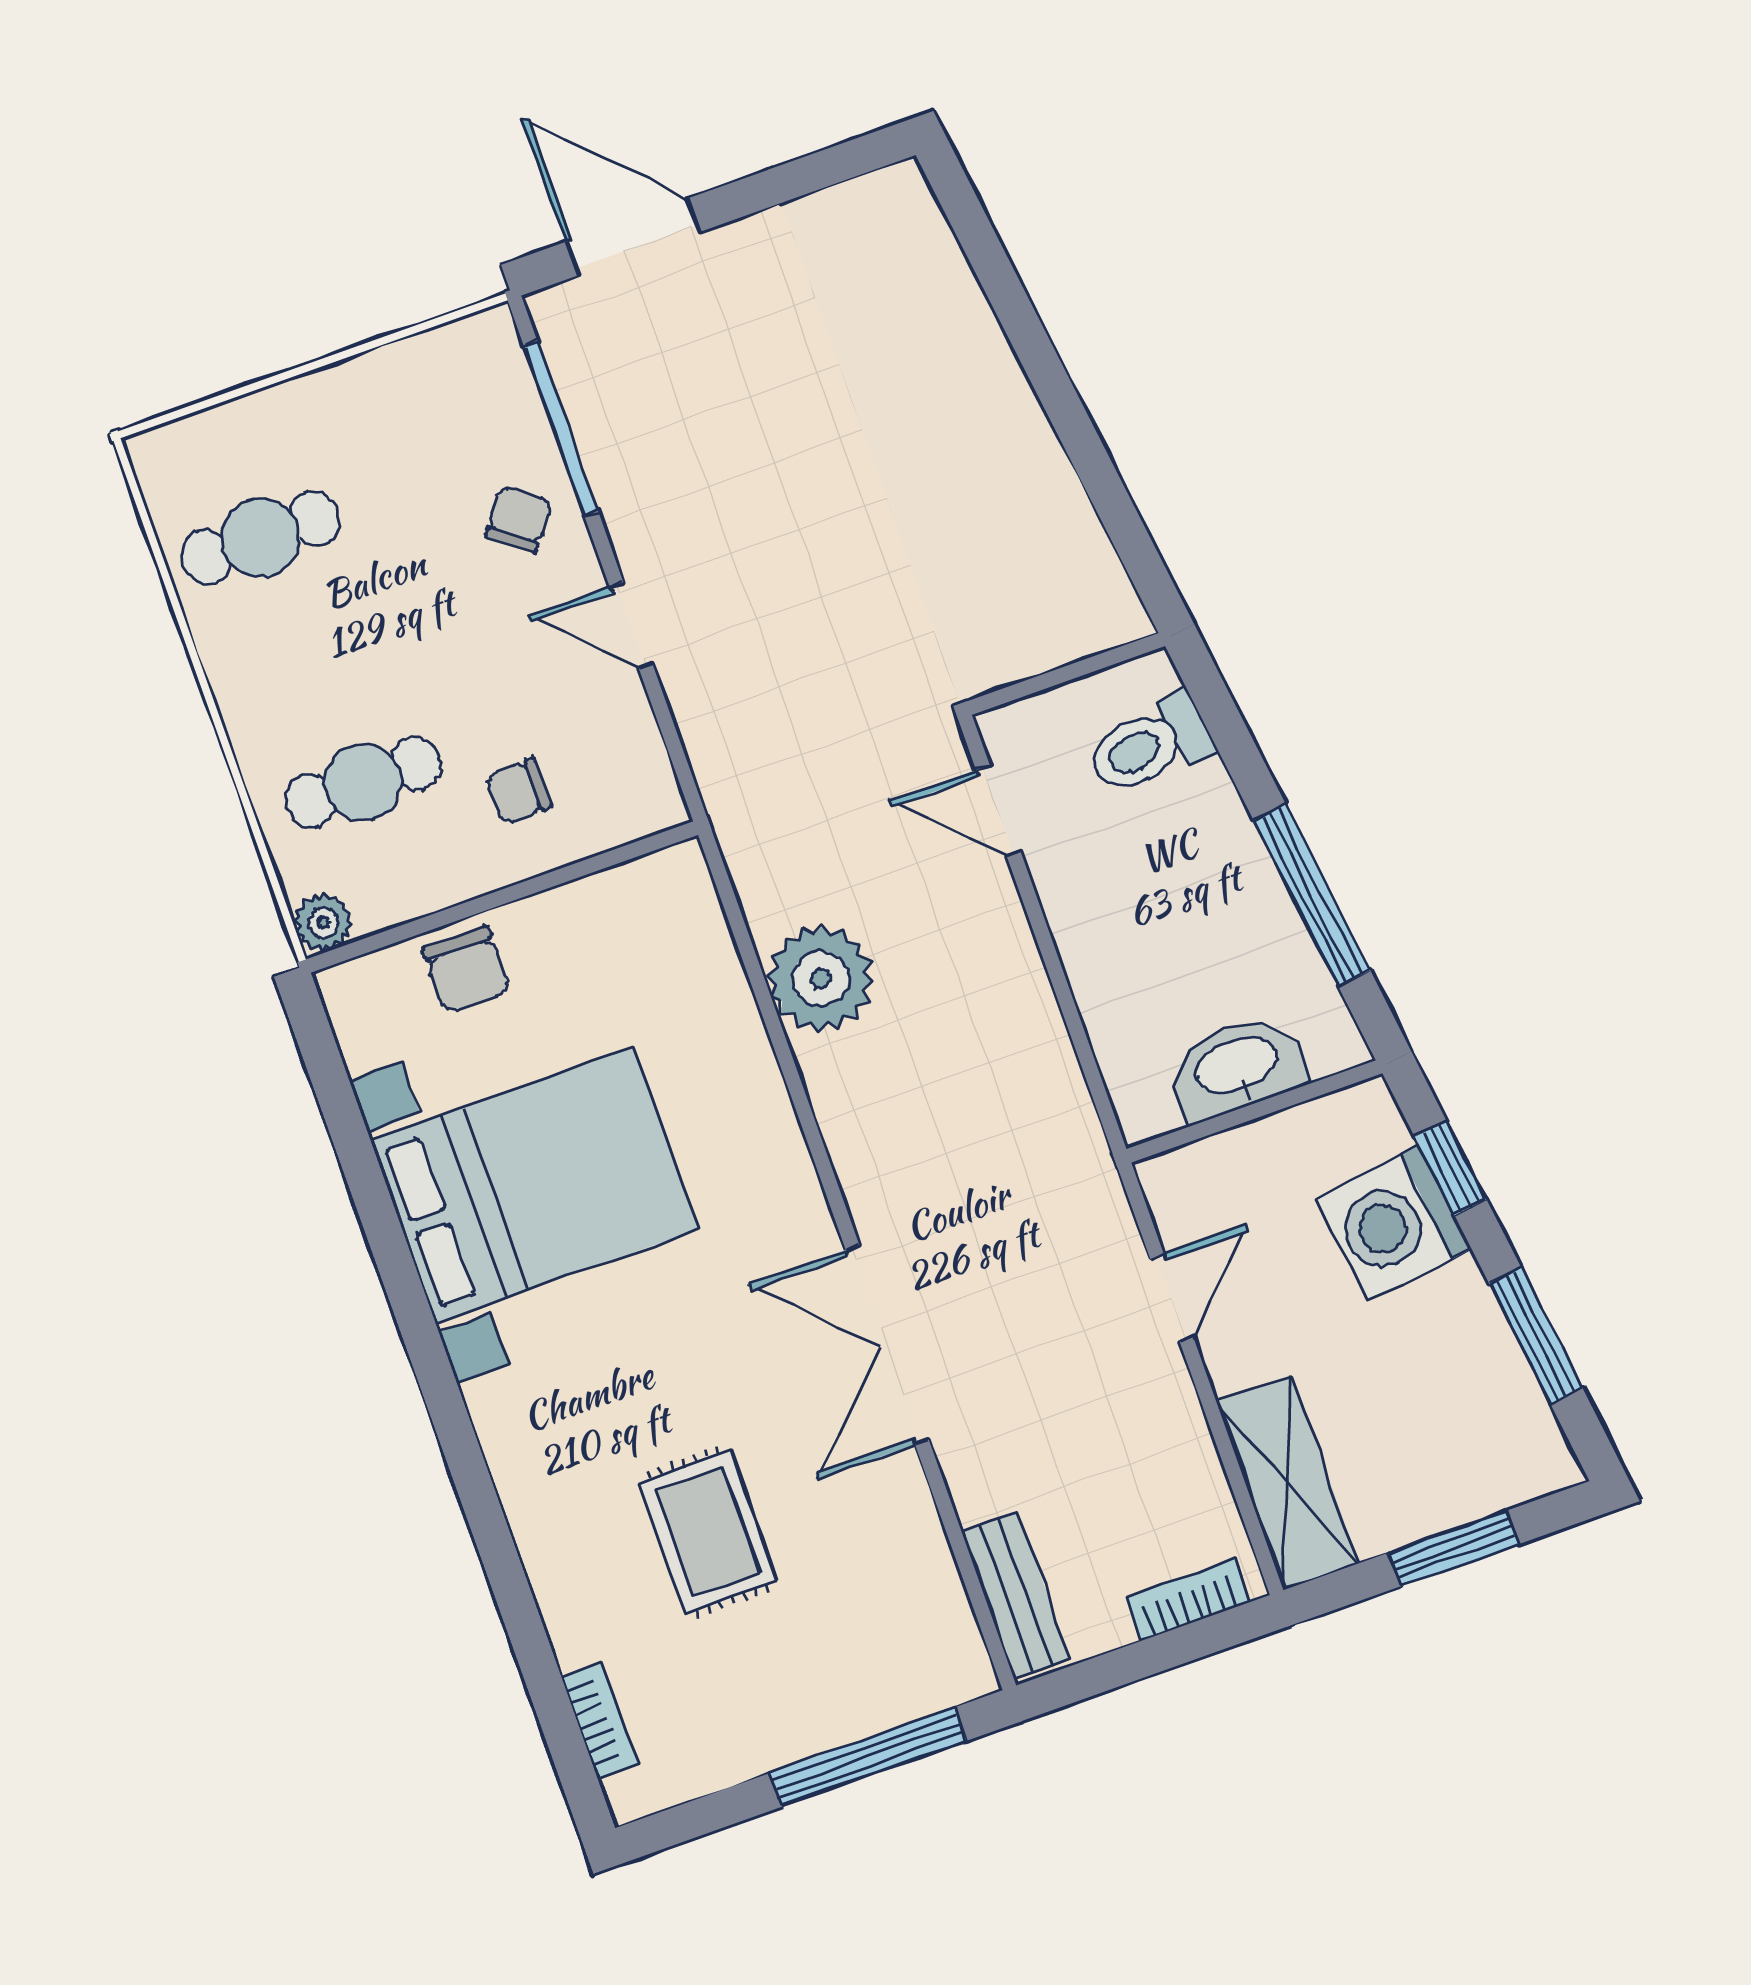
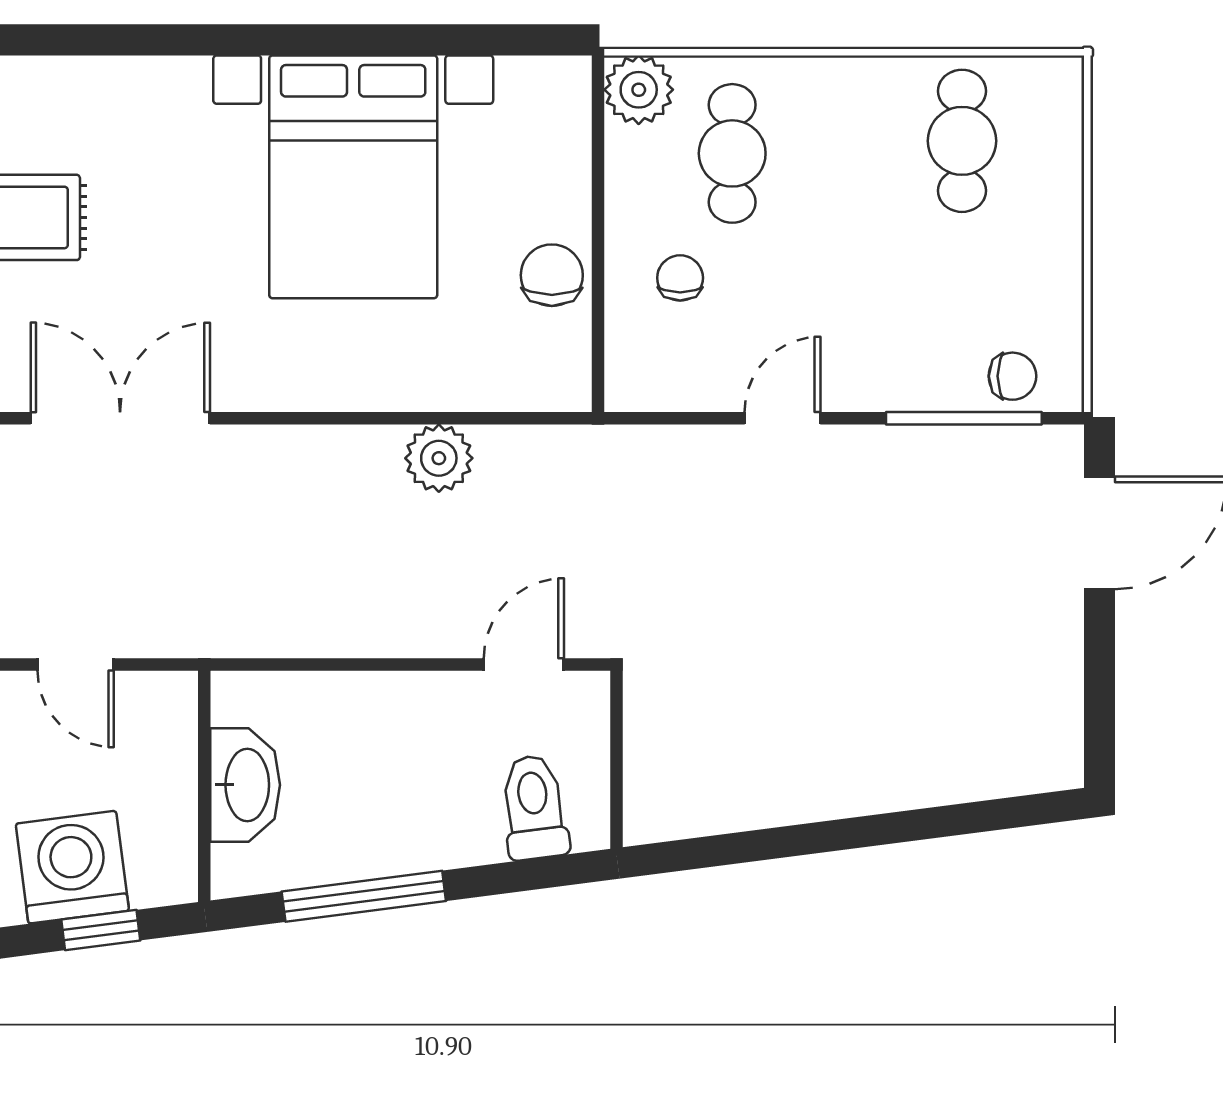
chair: (518, 519) -> (1012, 376), moved, turned -38
plant: (323, 923) -> (639, 90), width x1.38, depth x1.38
chair: (466, 970) -> (552, 275), moved, turned 90
plant: (821, 979) -> (439, 458), width x0.73, depth x0.73

